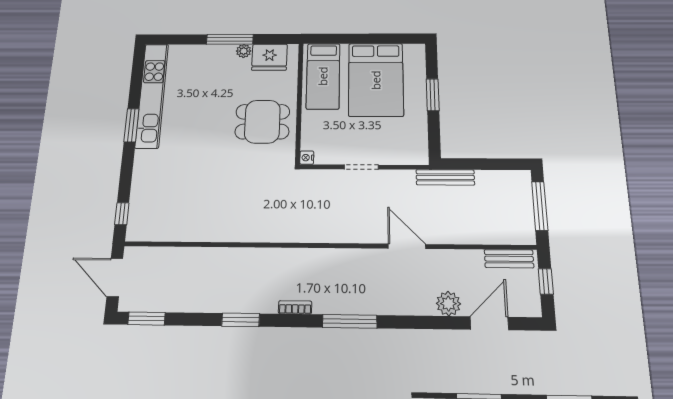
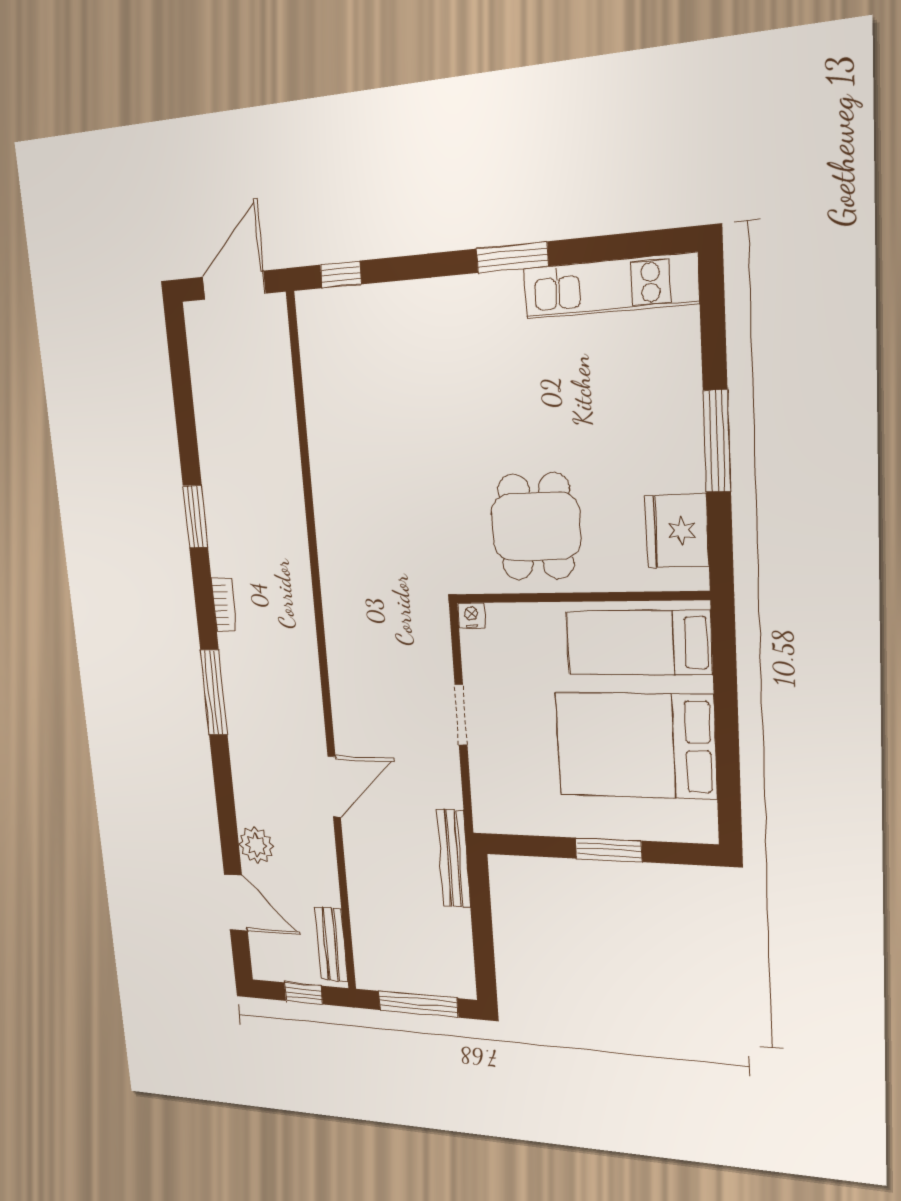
plant: (244, 51) -> (689, 474), removed
kitchen unit: (152, 95) -> (610, 286), width x0.73
window: (147, 319) -> (179, 356), removed

